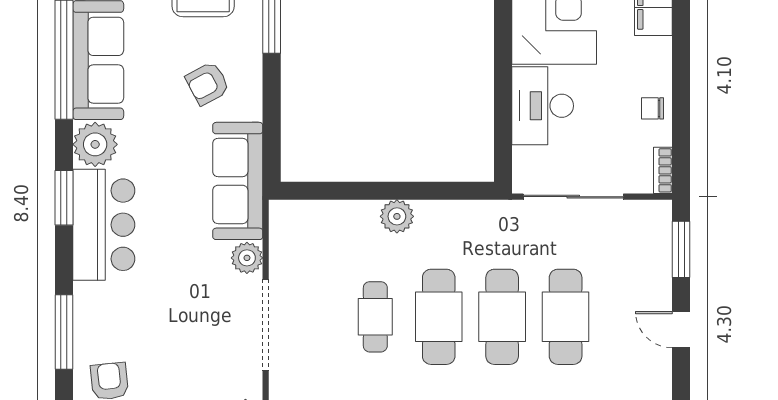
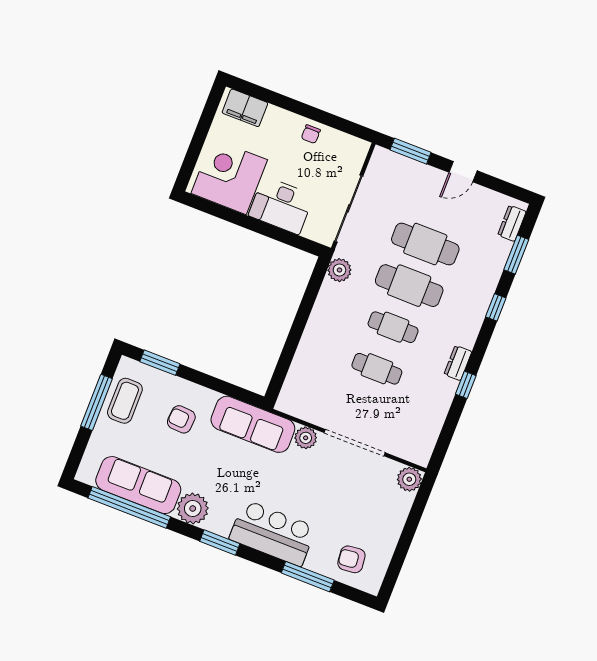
armchair: (207, 83) -> (181, 419), turned 122
bookcase: (663, 170) -> (354, 143), removed
plant: (397, 216) -> (339, 270), moved
bar counter: (104, 225) -> (273, 533), moved
cafe table: (439, 317) -> (393, 327), width x0.73, depth x0.74

